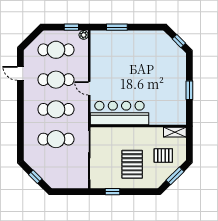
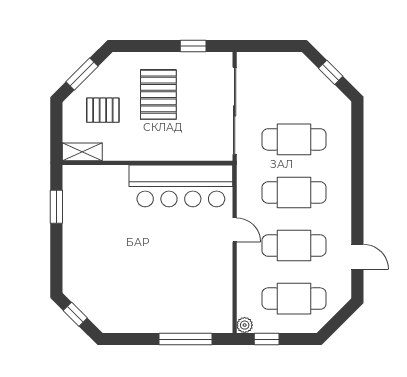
window: (117, 27) -> (186, 339), width x1.44
window: (189, 90) -> (56, 207), moved

